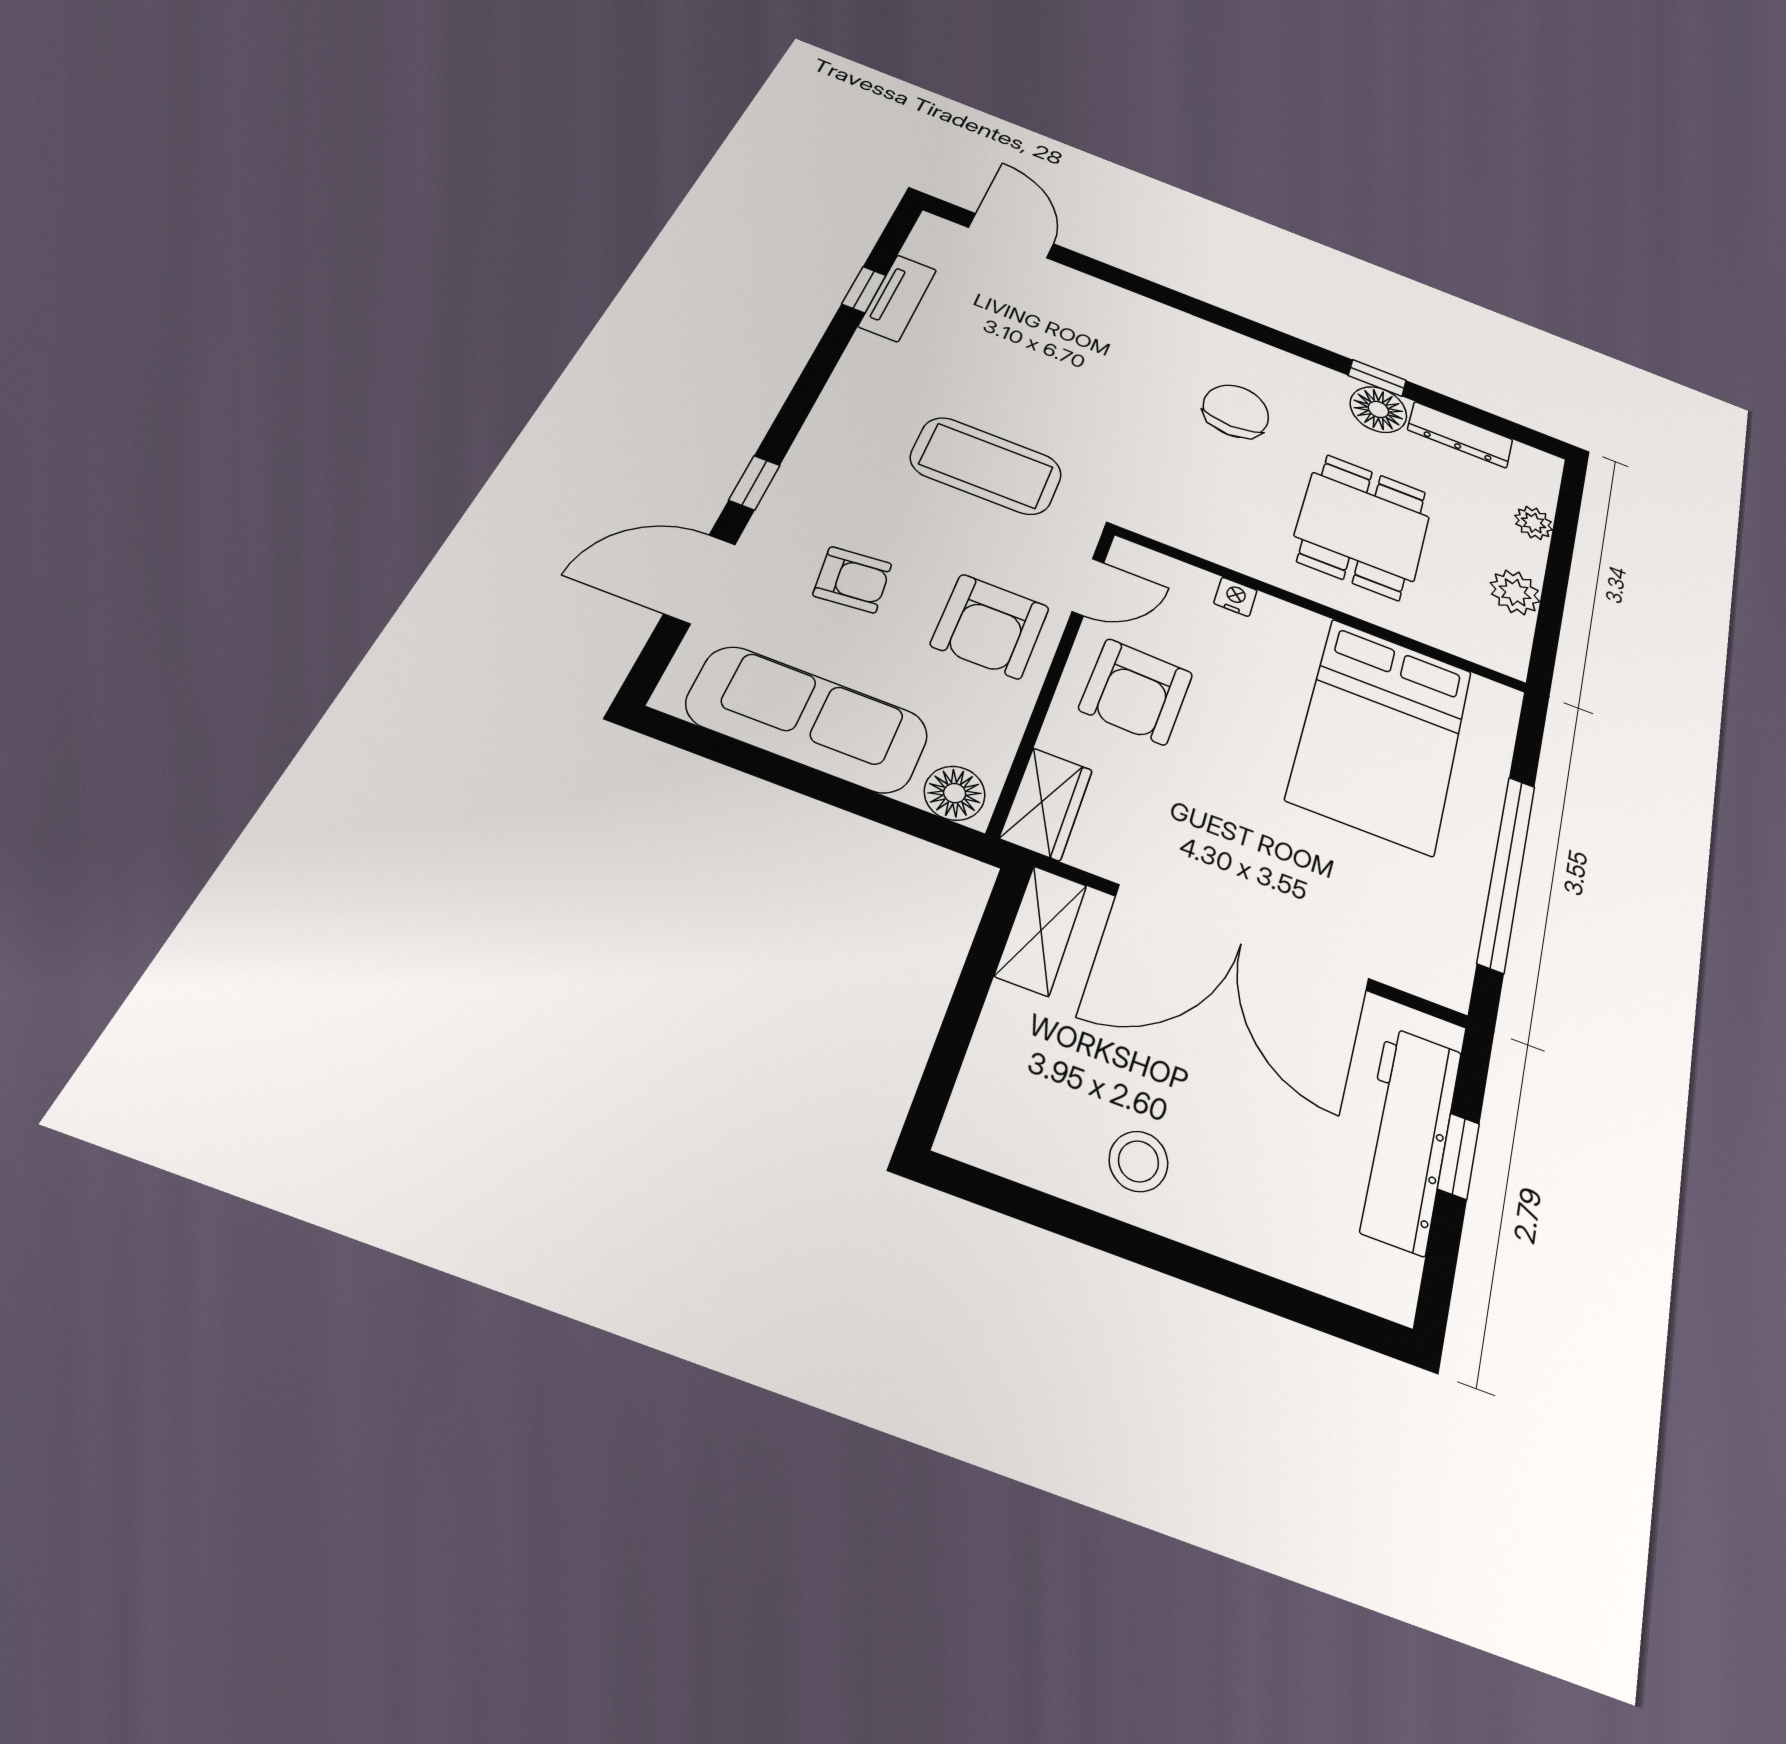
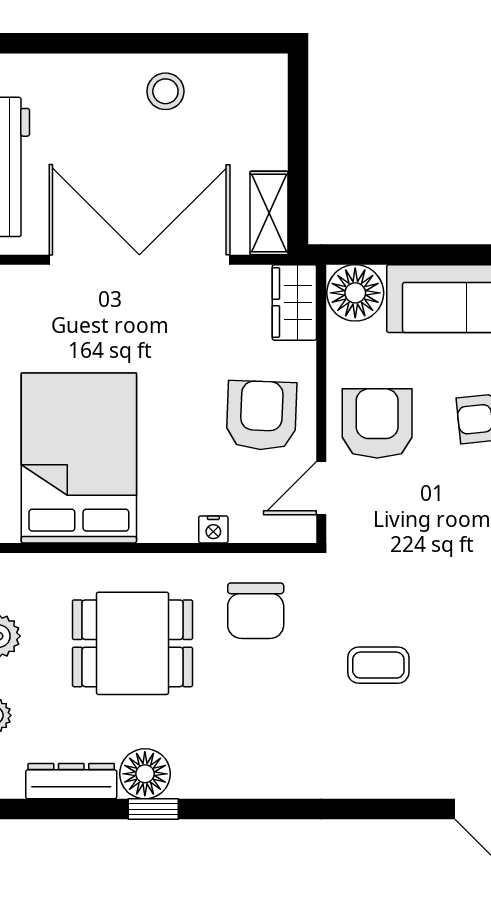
chair: (1236, 411) -> (256, 611), moved
coffee table: (986, 466) -> (378, 665), moved, width x0.54, depth x0.58
dining table: (1362, 526) -> (132, 643), turned 90
floor lamp: (955, 793) -> (355, 293), width x1.38, depth x1.38

